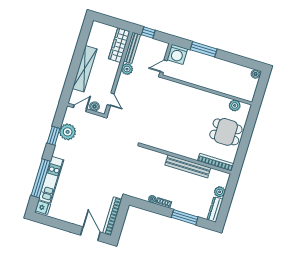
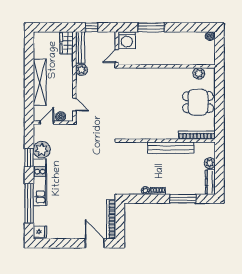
wardrobe: (119, 45) -> (67, 43), width x0.67
kitchen unit: (51, 180) -> (40, 182), moved

